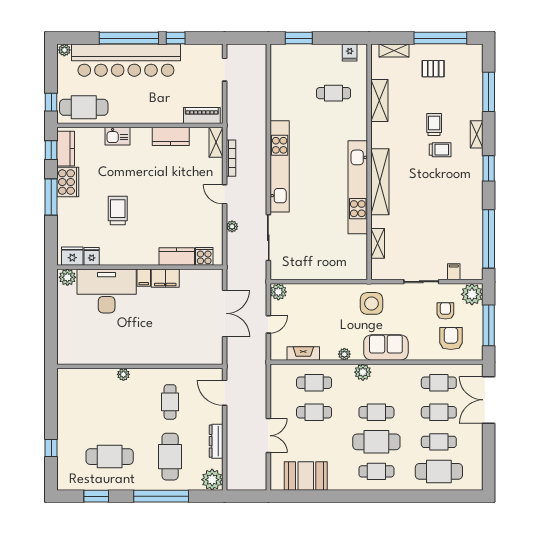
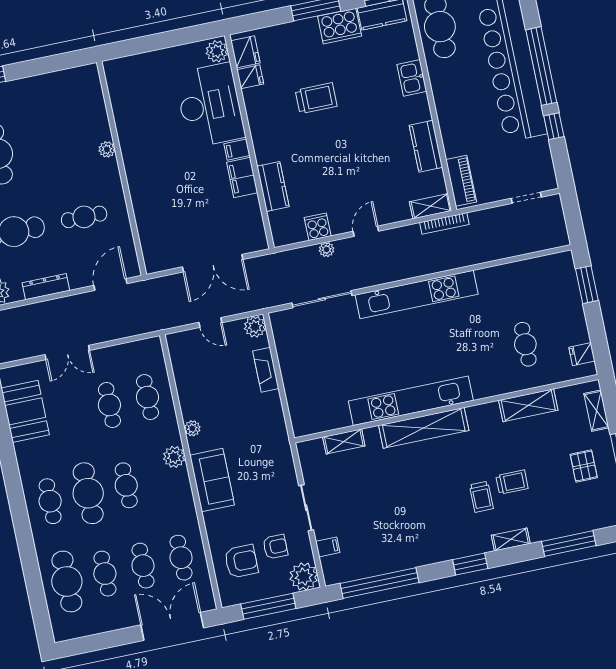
bookcase: (231, 158) -> (444, 223), moved
cooker: (204, 256) -> (318, 227), moved, turned -90
side table: (371, 303) -> (265, 450), removed
fireplace: (303, 353) -> (266, 370), moved, turned 180

